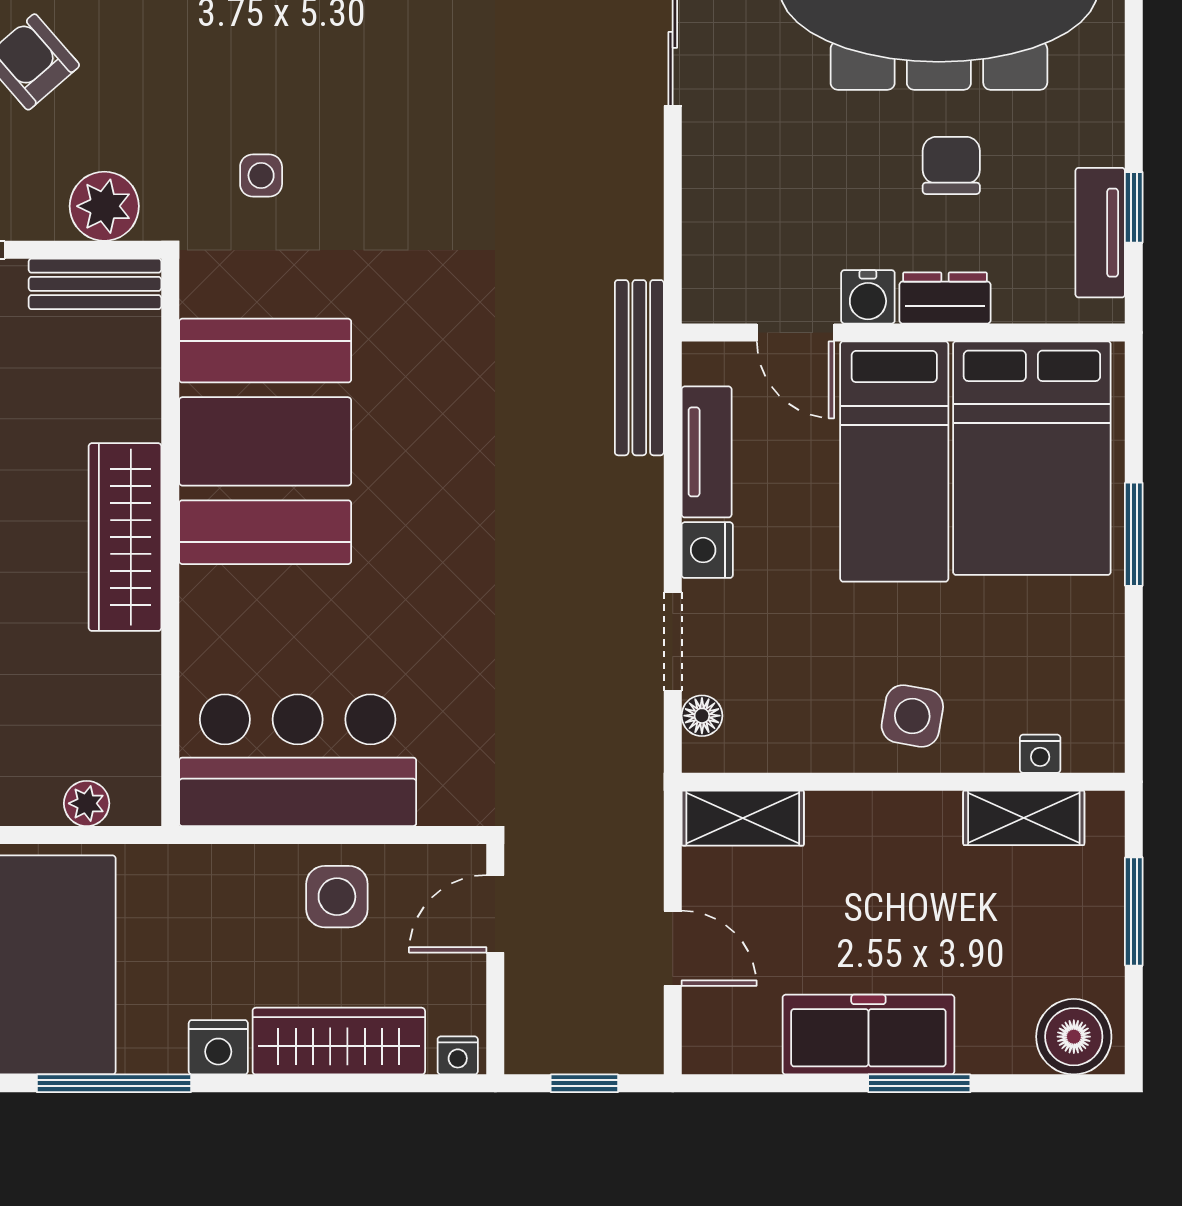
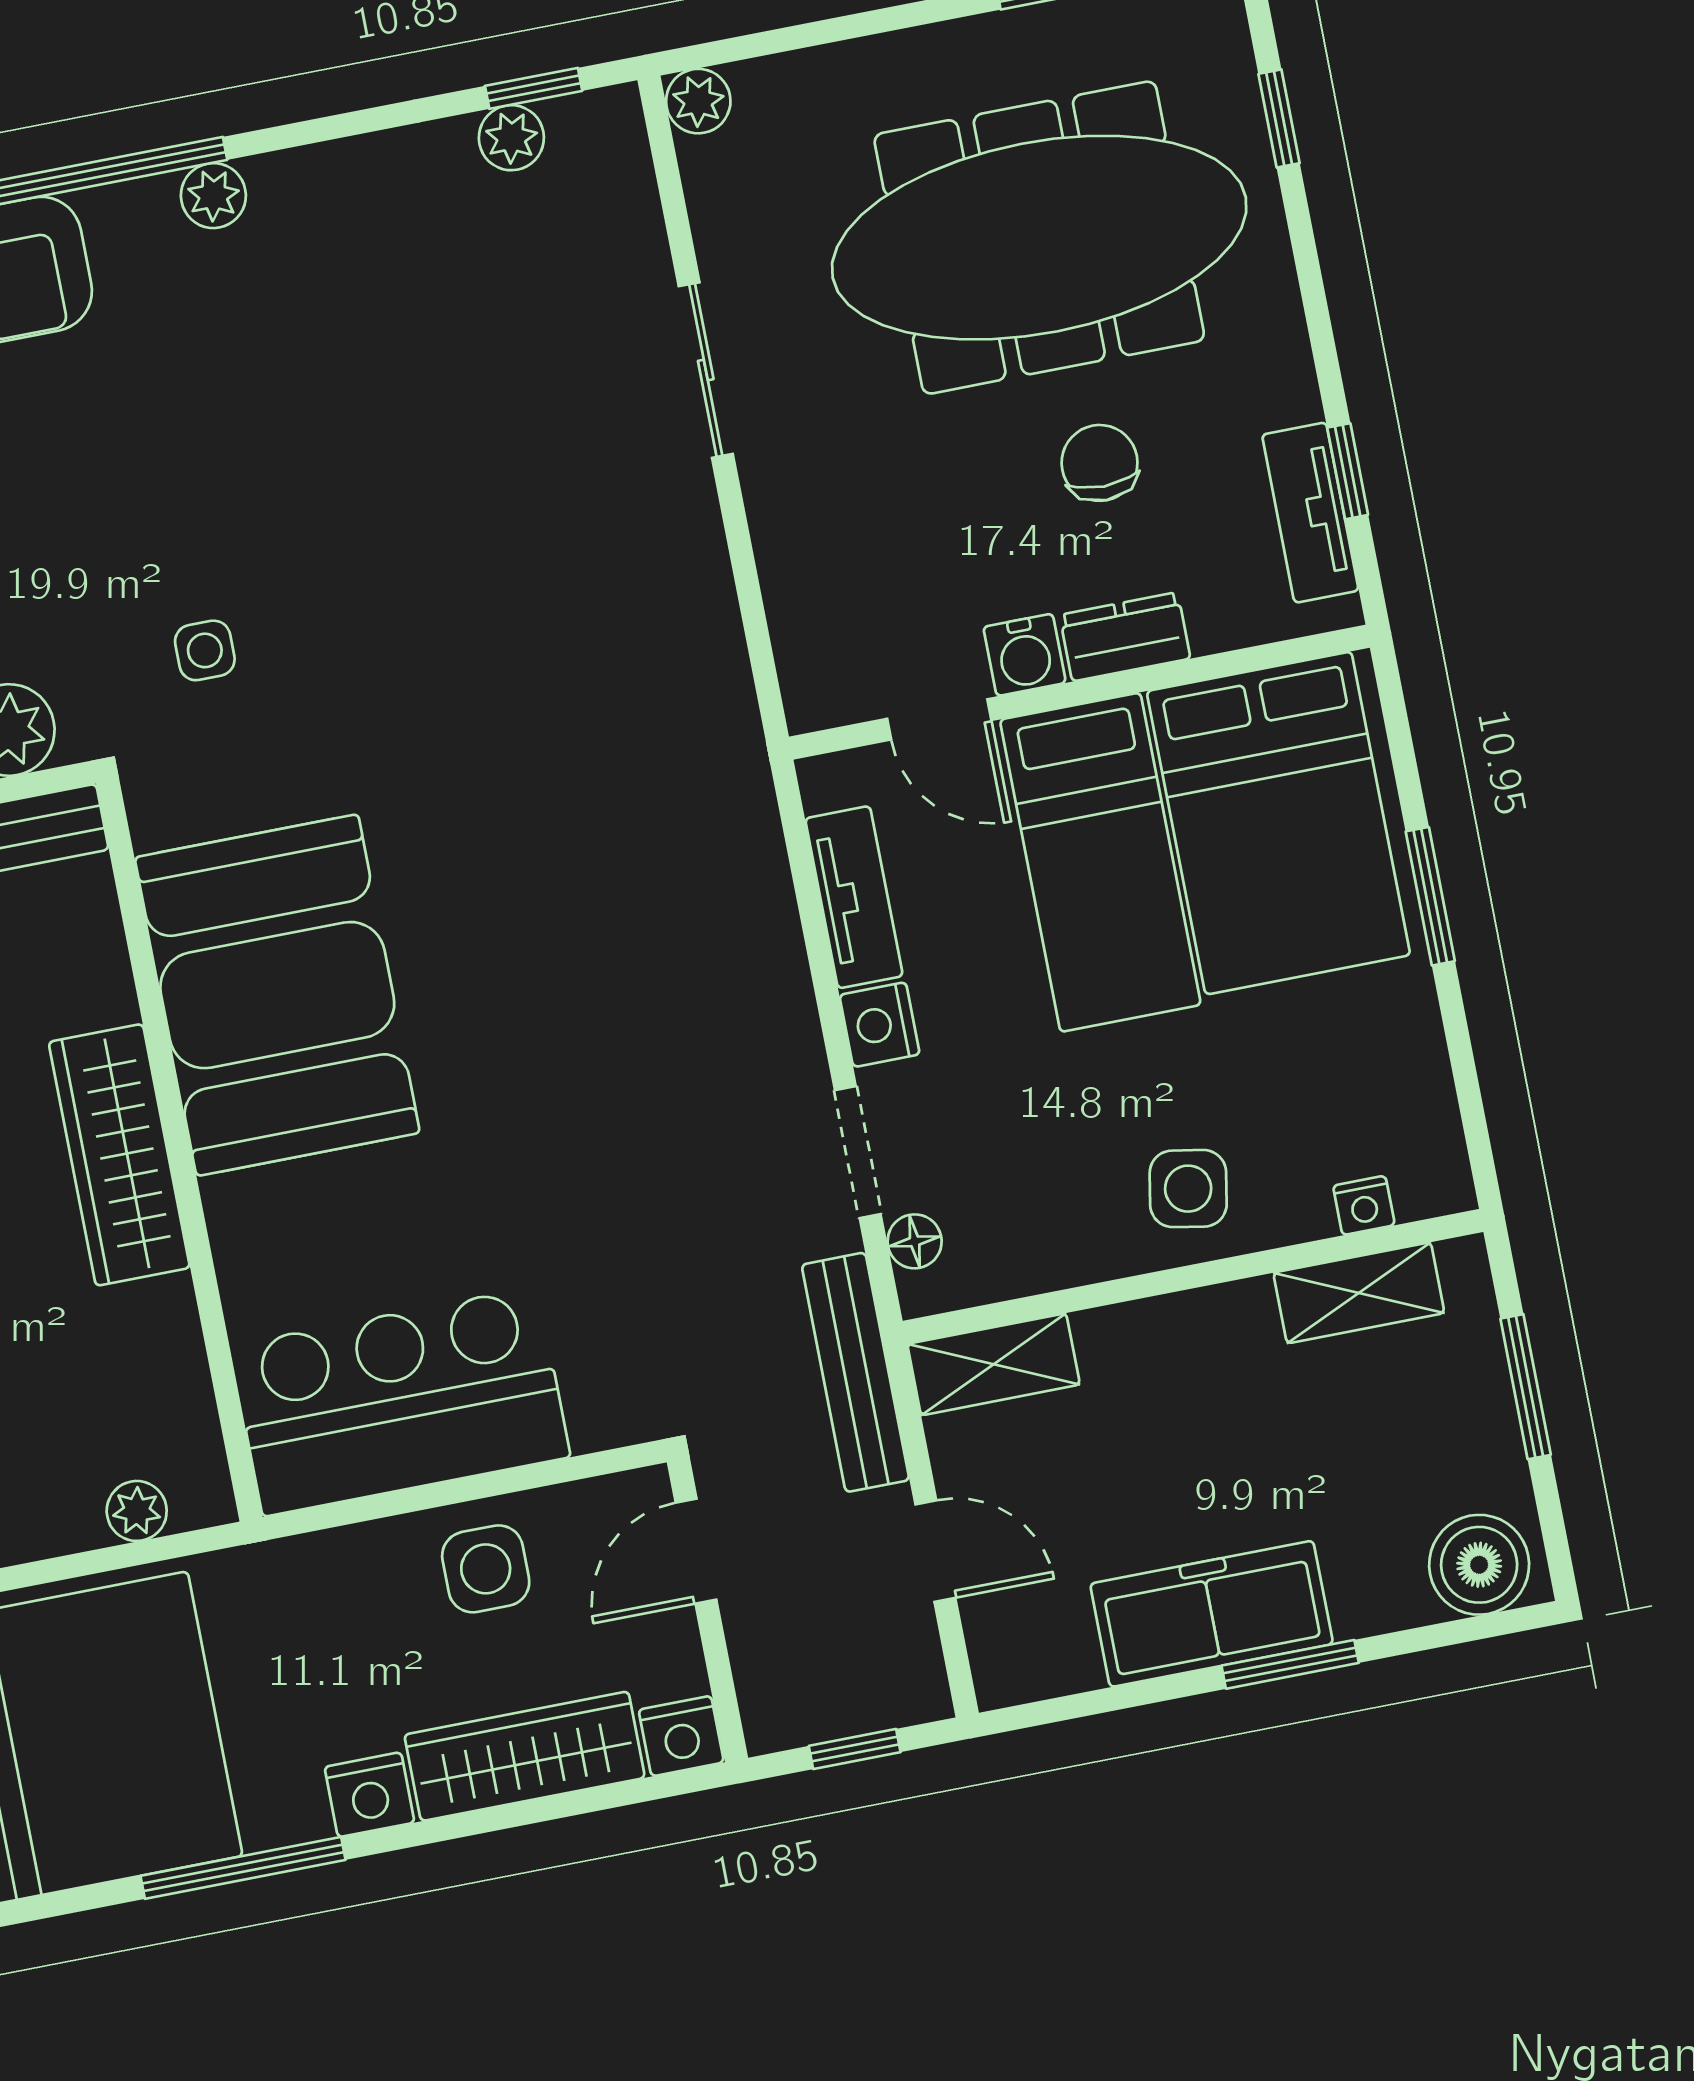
bench: (639, 368) -> (856, 1372), moved
nightstand: (458, 1055) -> (681, 1736), width x1.39, depth x1.35

